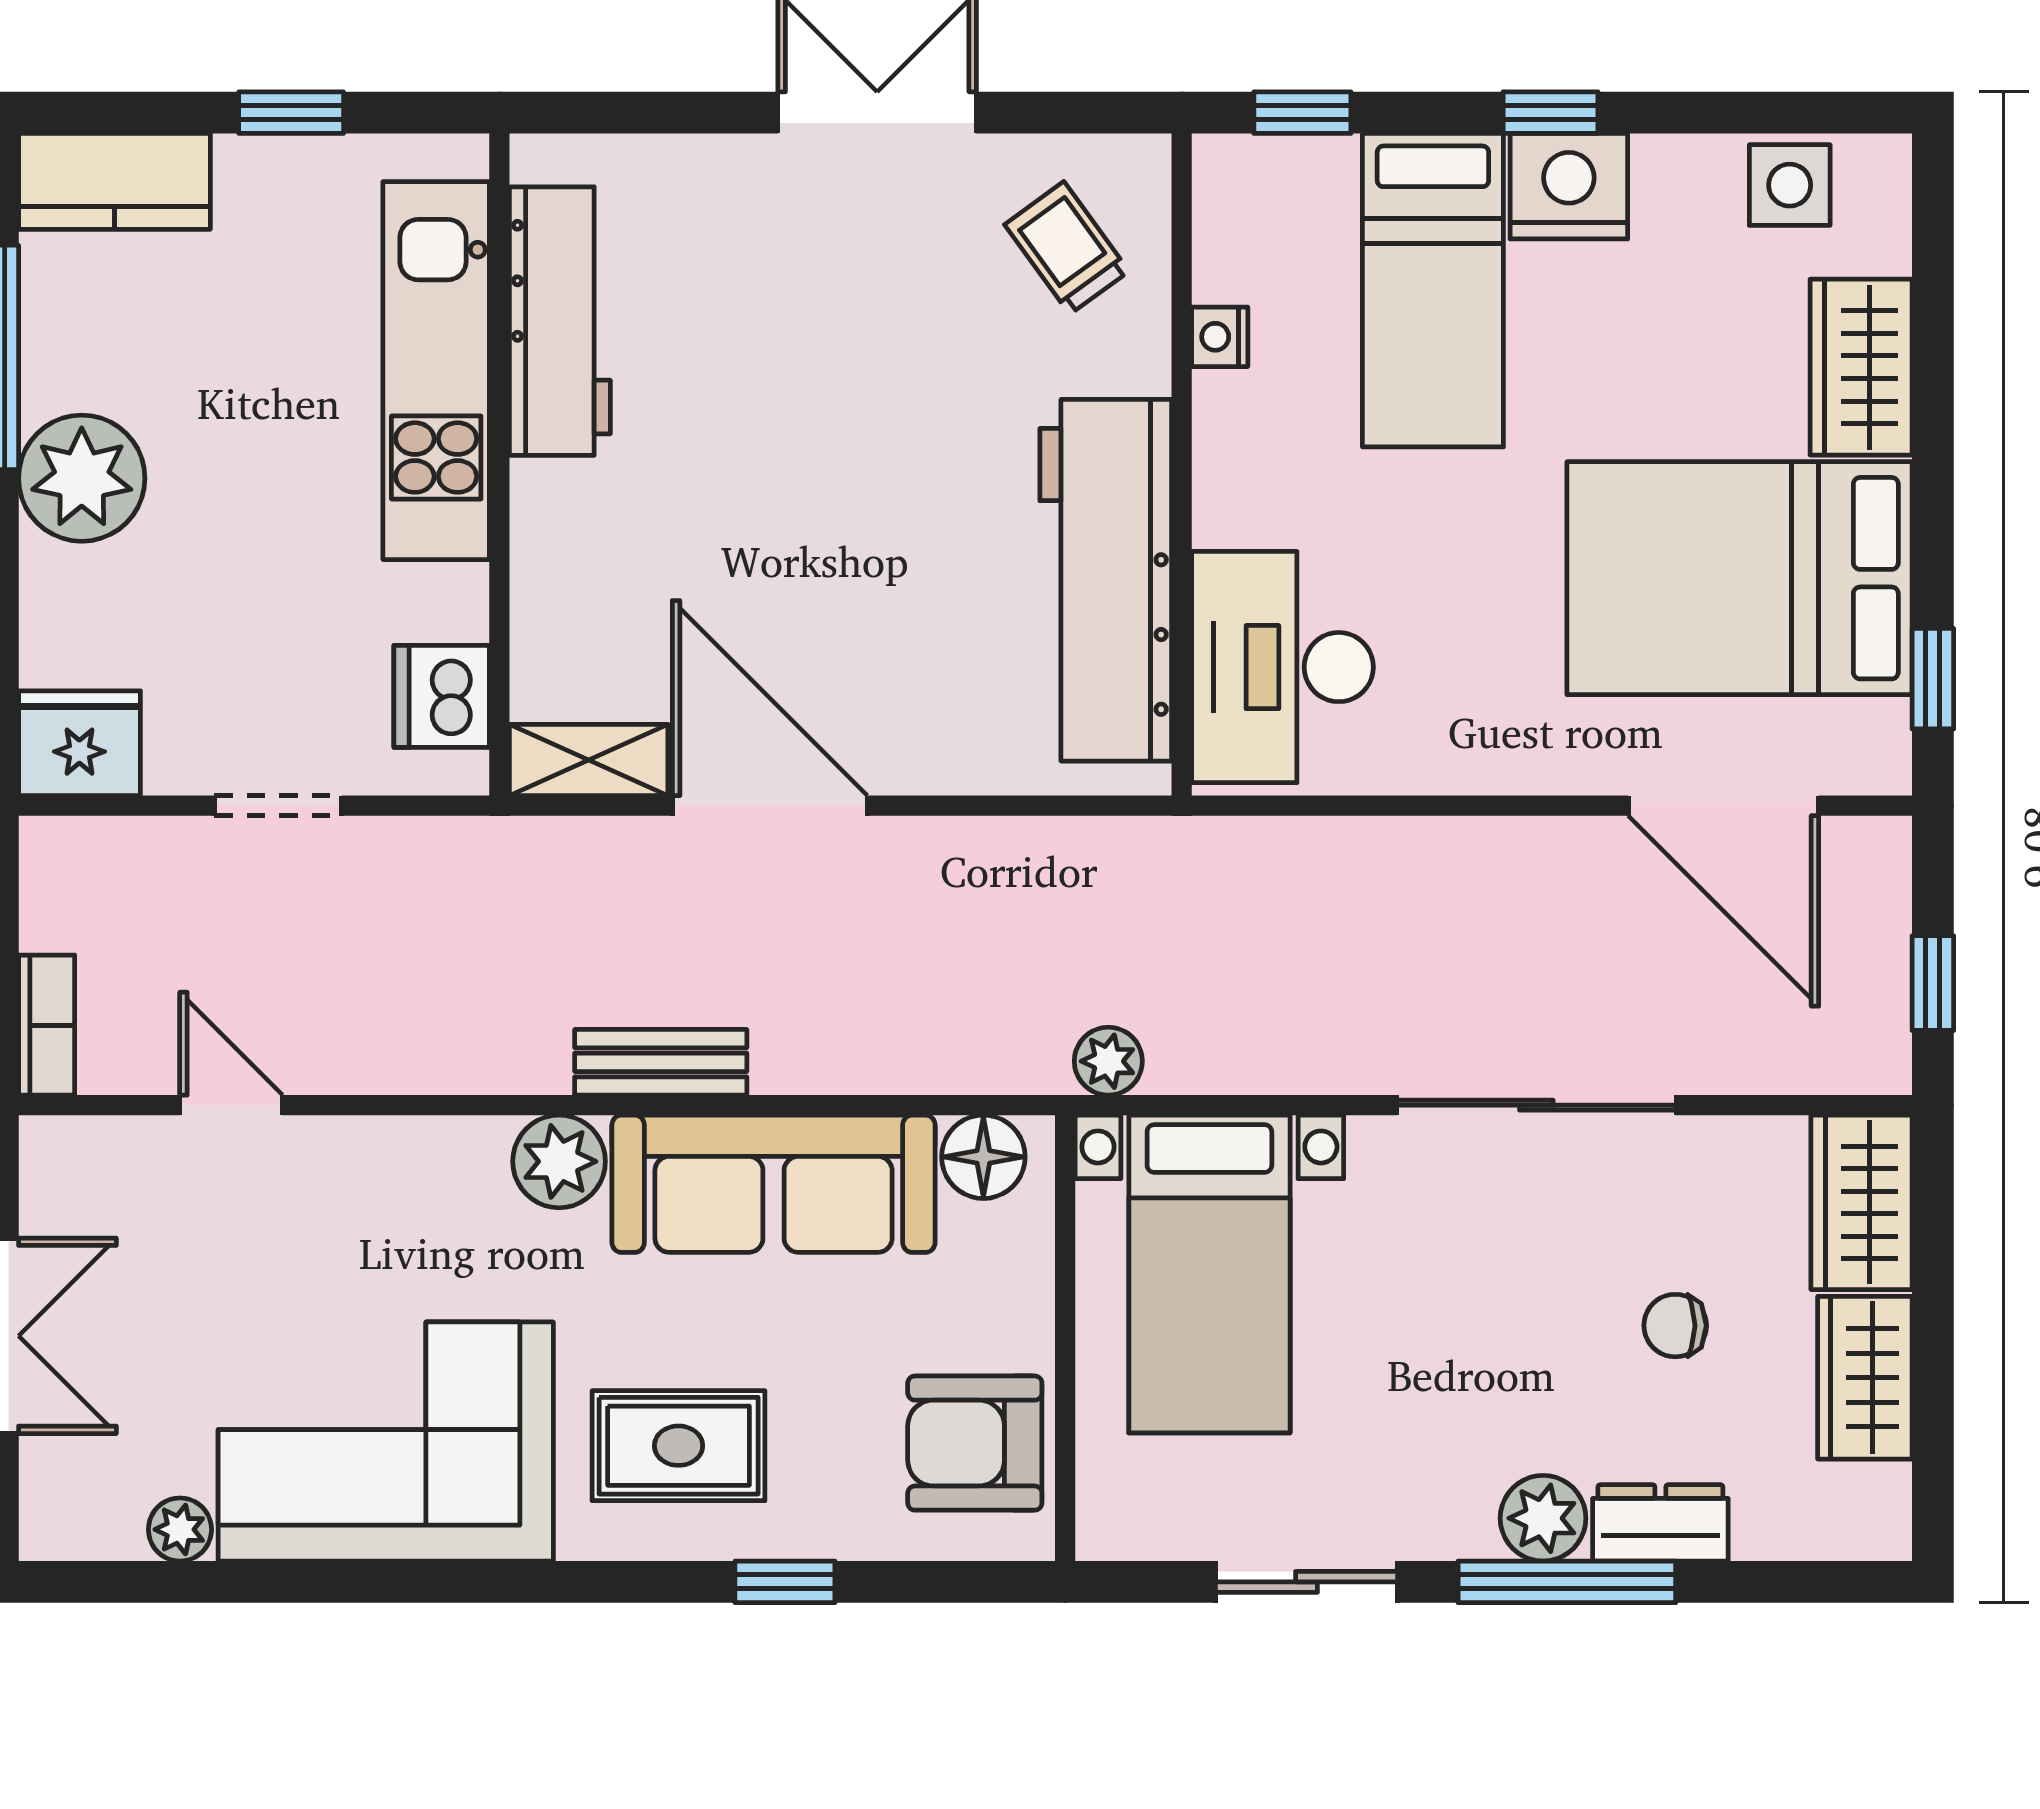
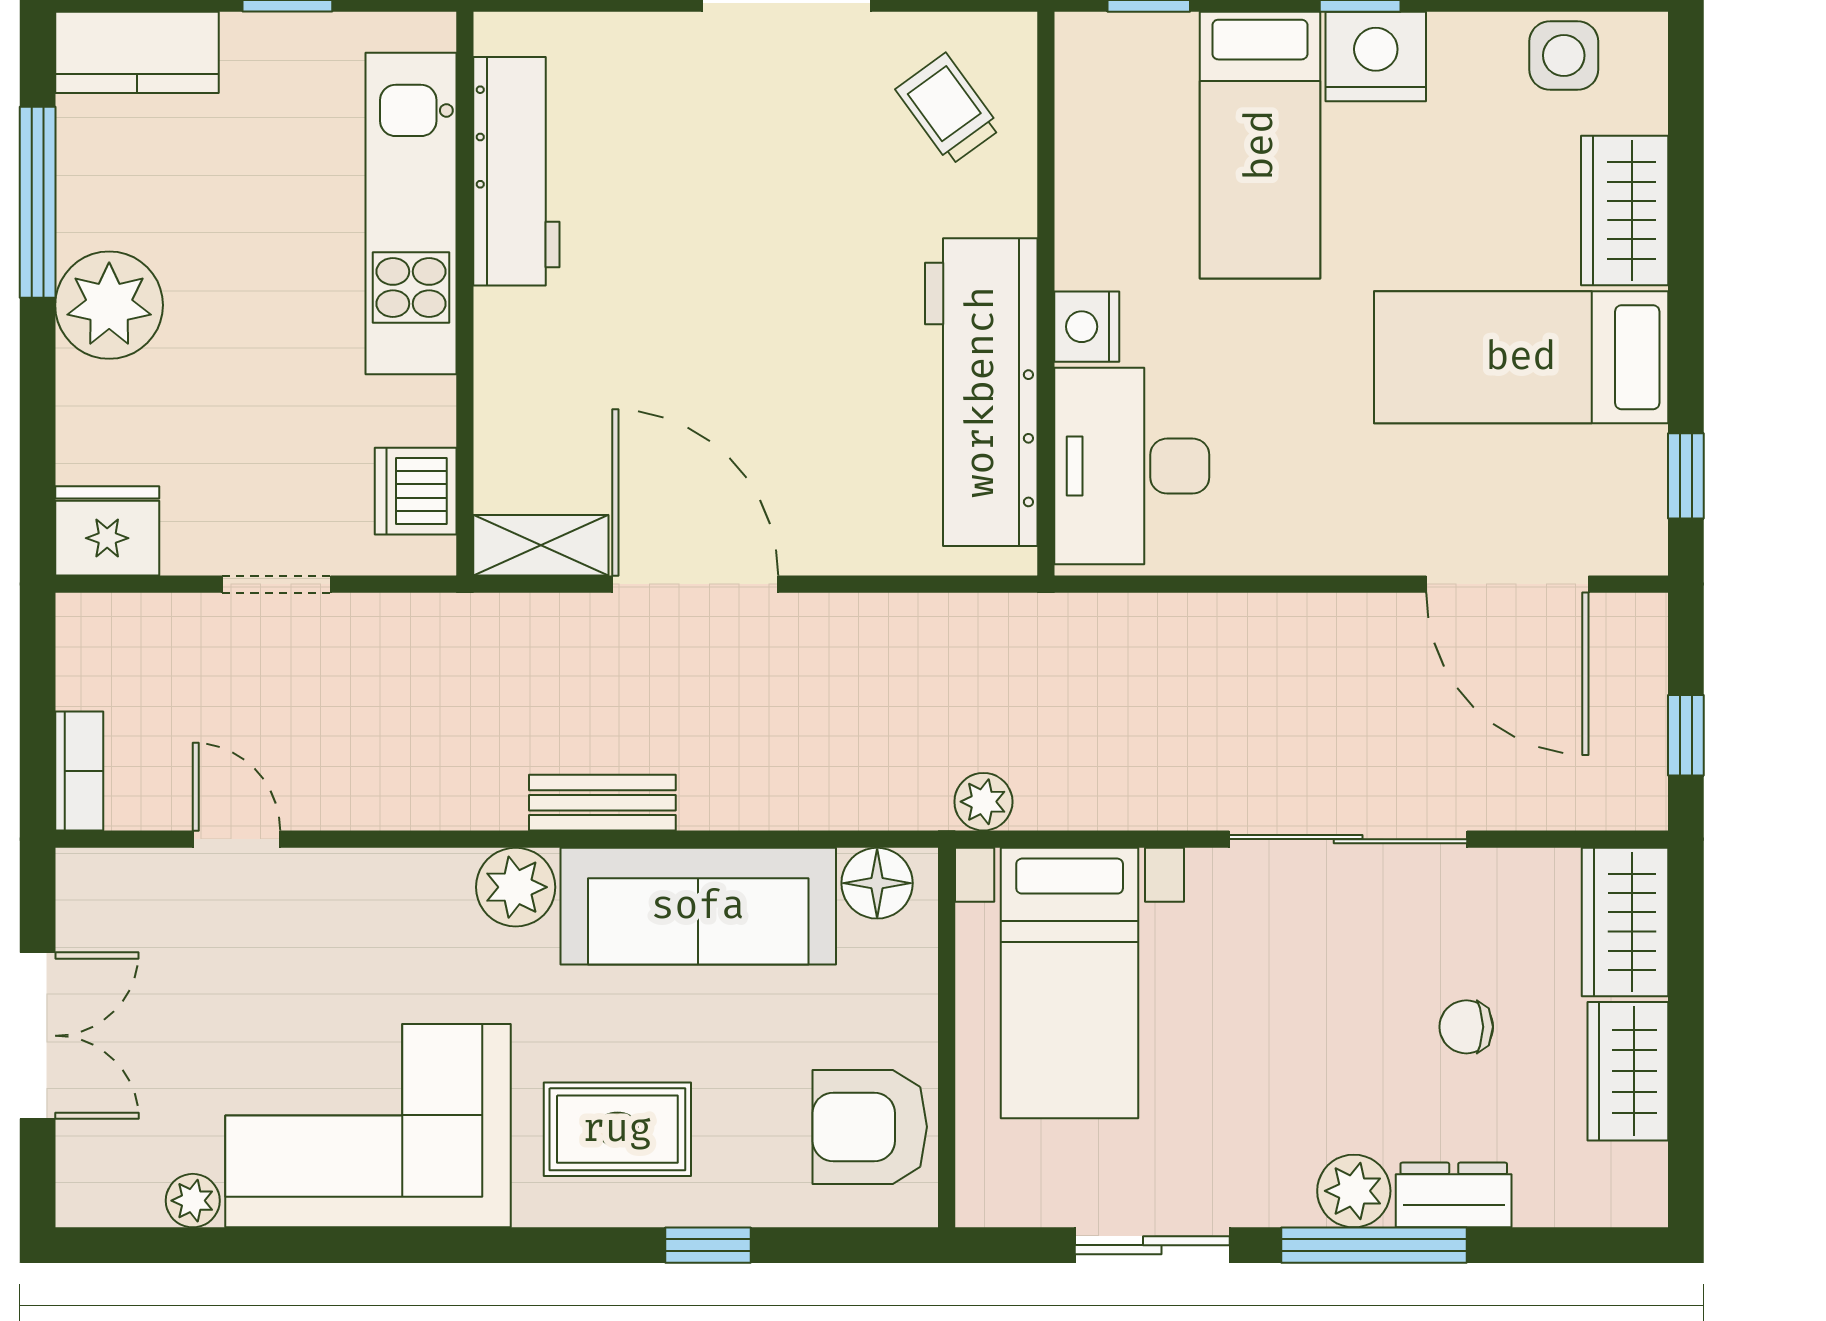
nightstand: (1220, 337) -> (1087, 327), moved, width x1.39, depth x1.35
bed: (1740, 578) -> (1521, 357), width x0.67

